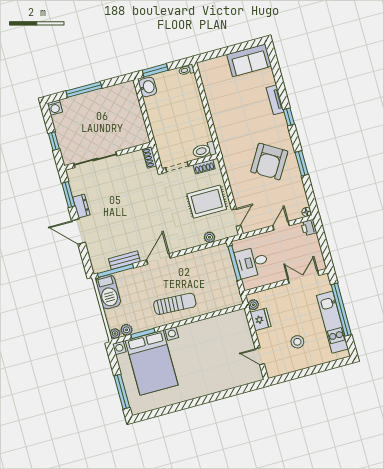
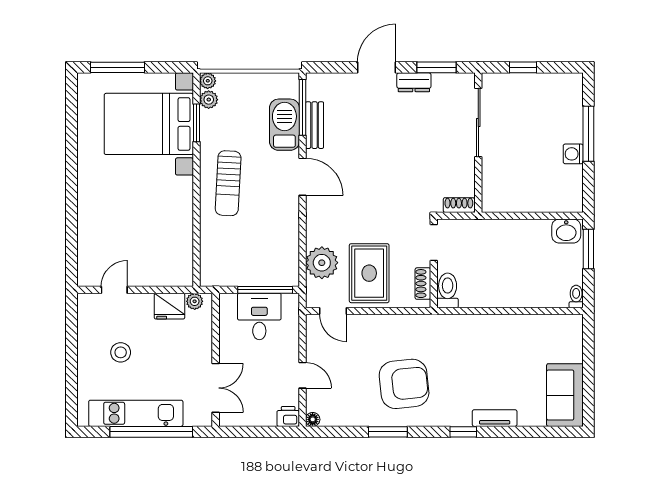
washing machine: (55, 108) -> (573, 154), moved
armchair: (269, 161) -> (404, 384), turned 143
plant: (209, 237) -> (322, 263), width x1.88, depth x1.88
barbecue: (108, 292) -> (284, 125), moved, turned 90

